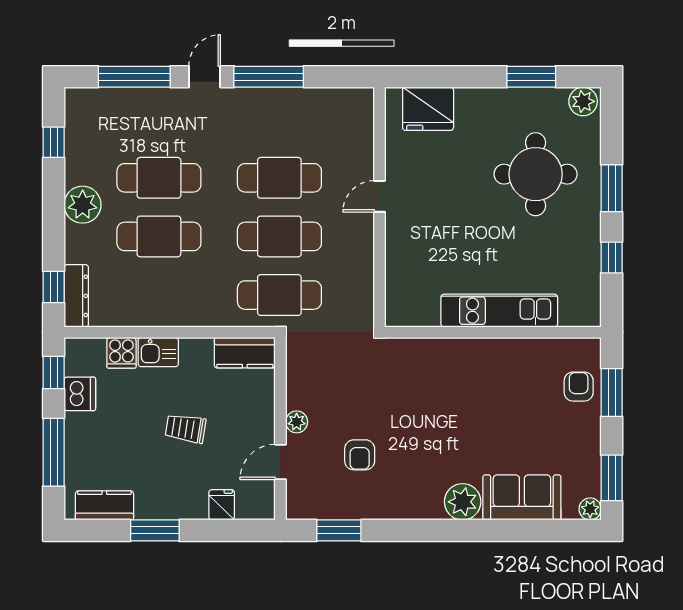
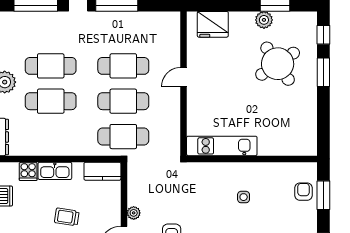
plant: (583, 101) -> (264, 20), moved
round table: (536, 174) -> (278, 64), turned -34
window: (612, 257) -> (323, 35), moved
kitchen unit: (499, 311) -> (222, 146), moved
kitchen sink: (158, 352) -> (55, 171), width x1.38
side table: (479, 396) -> (244, 197), added

